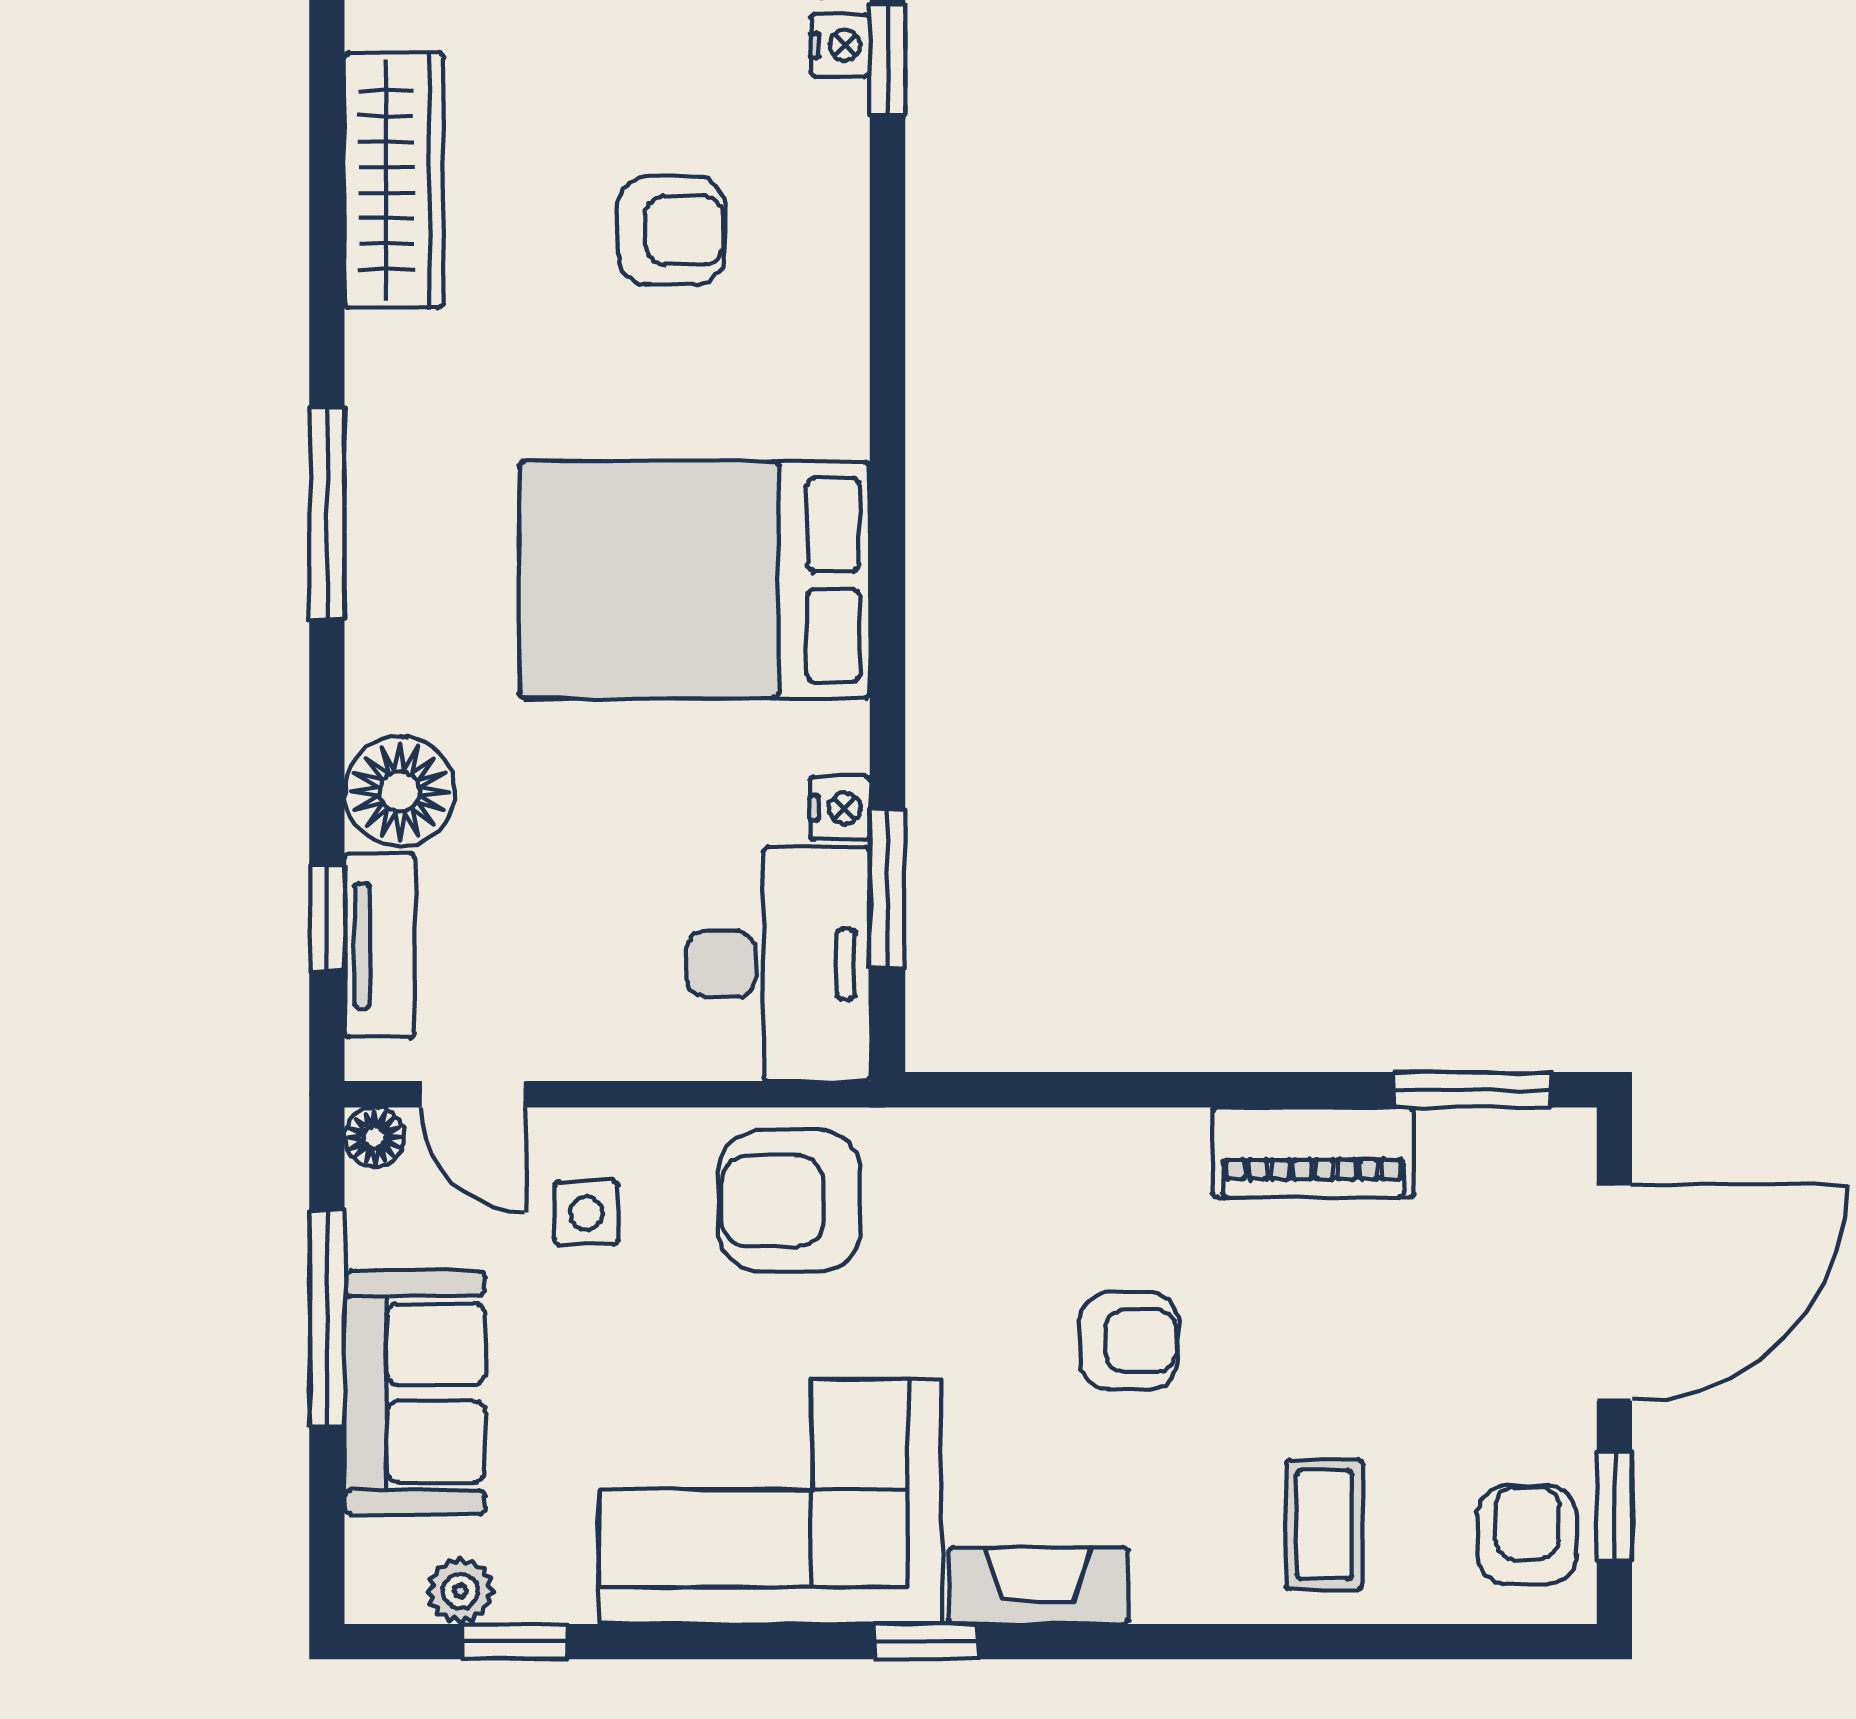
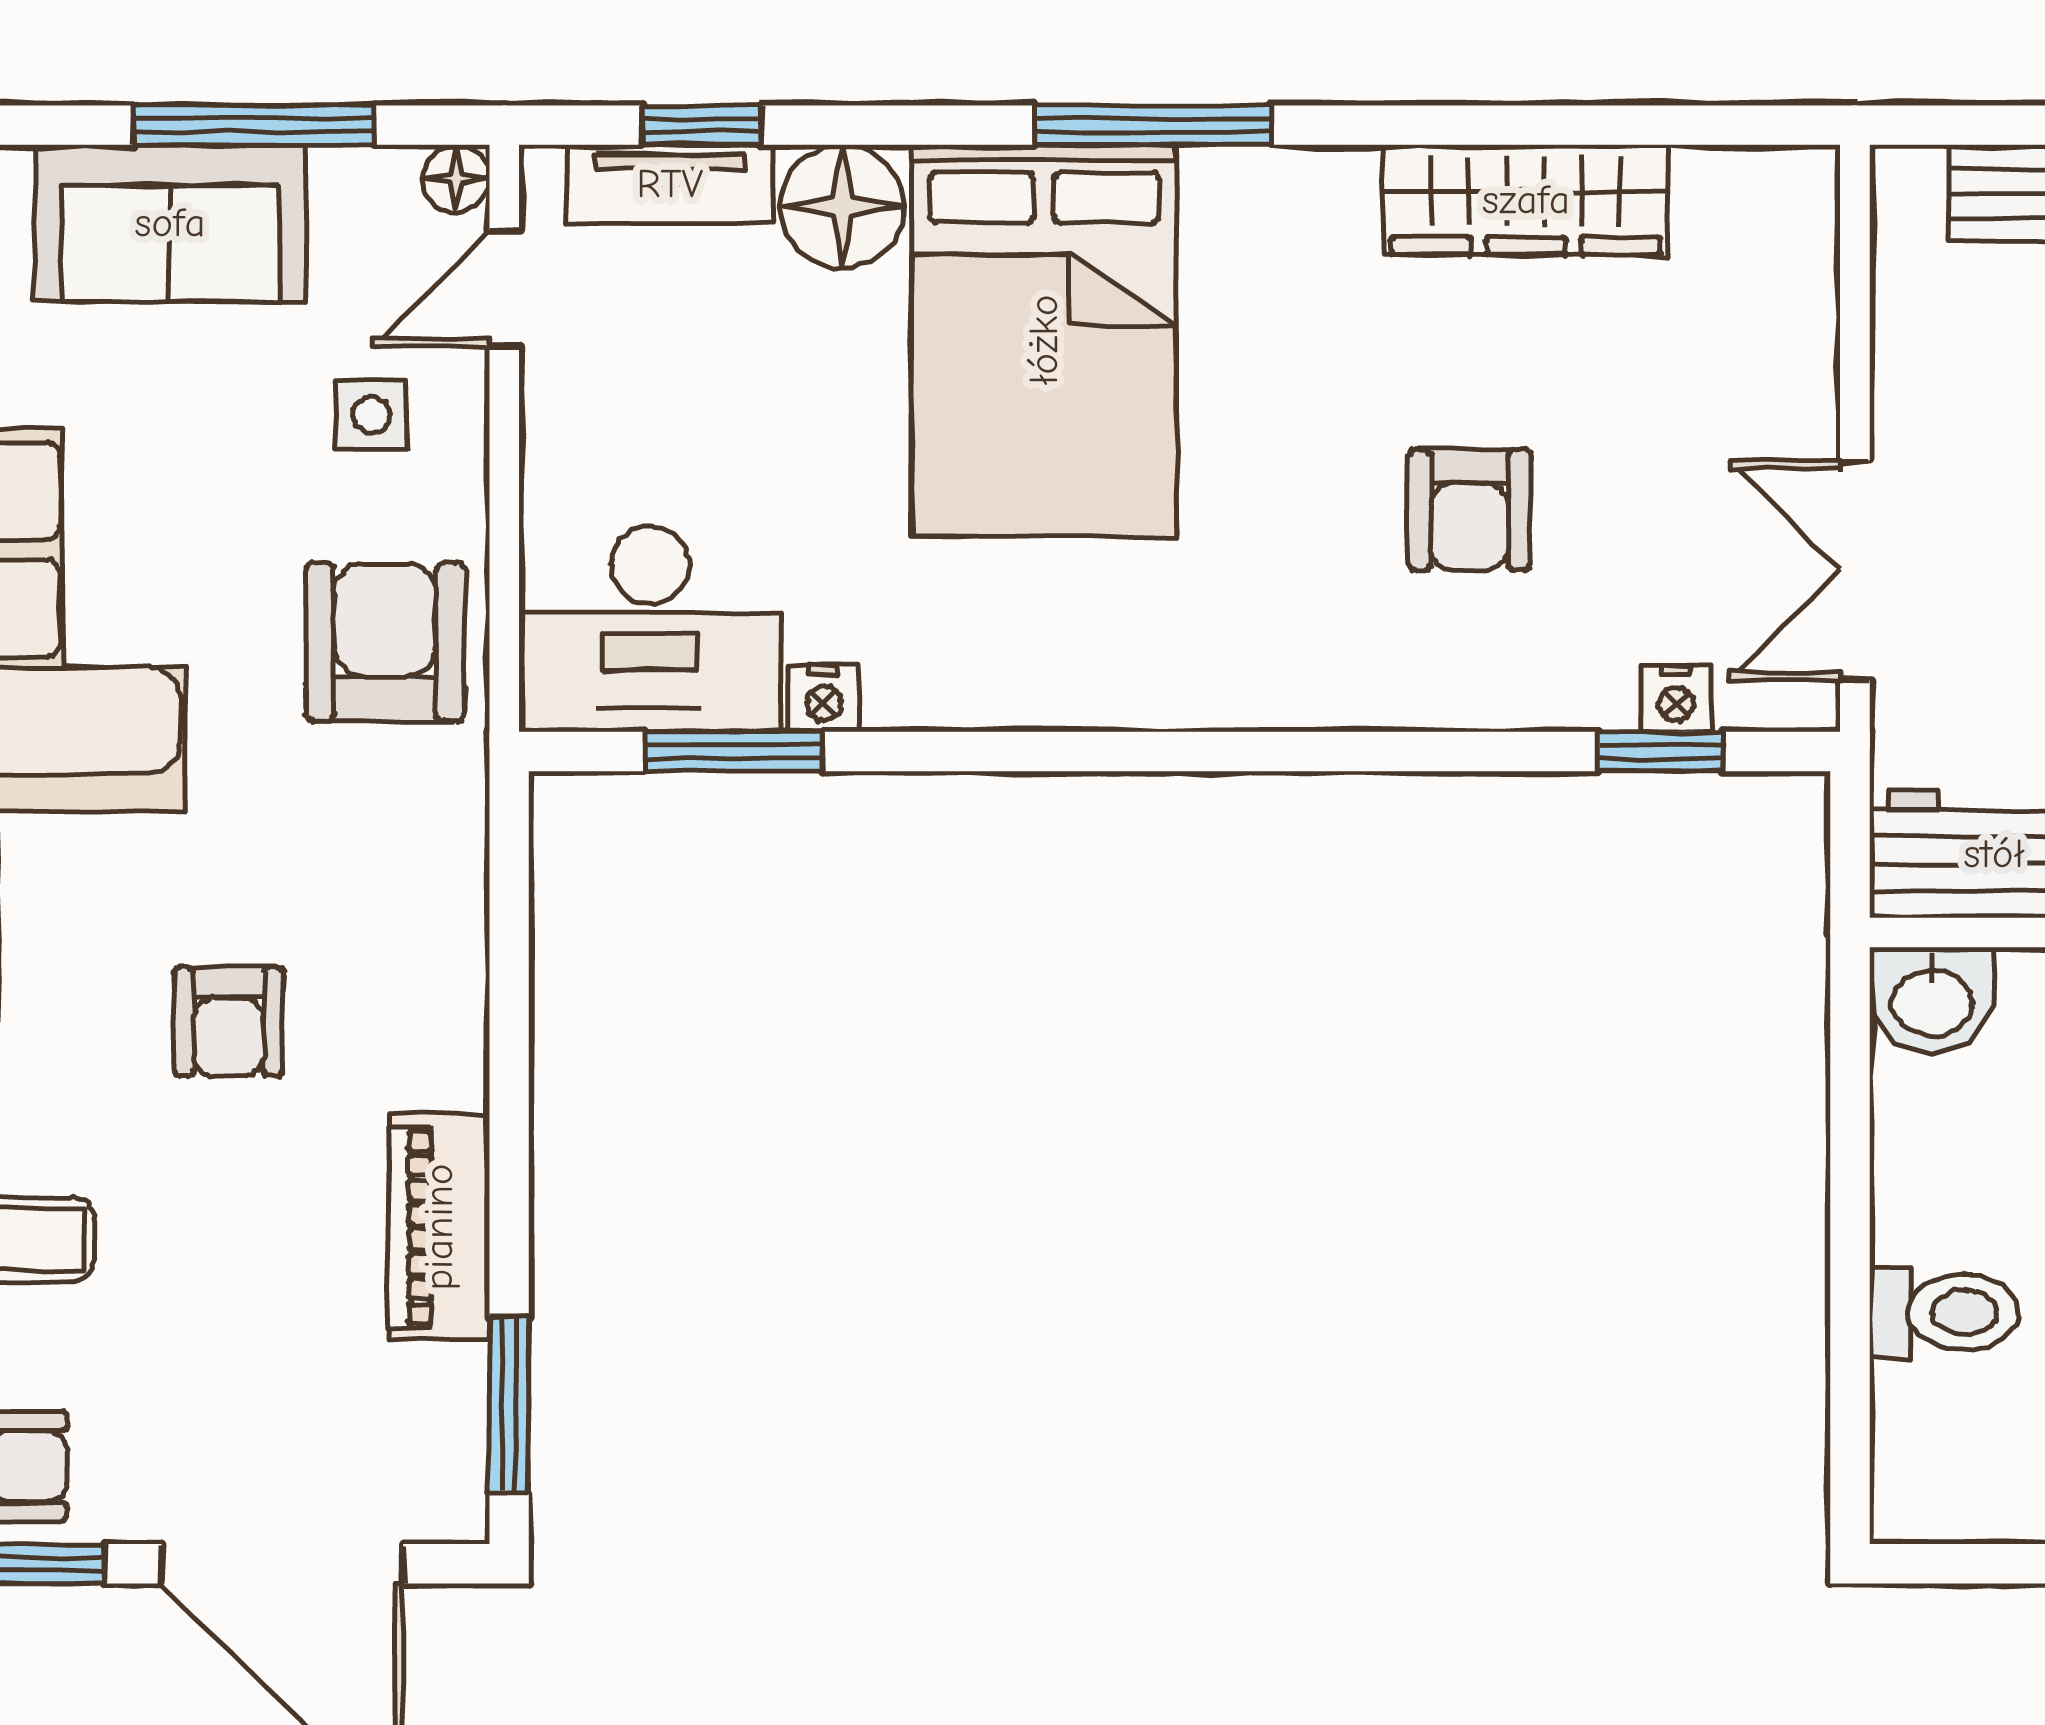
bed: (695, 580) -> (1044, 340), moved, turned 180

